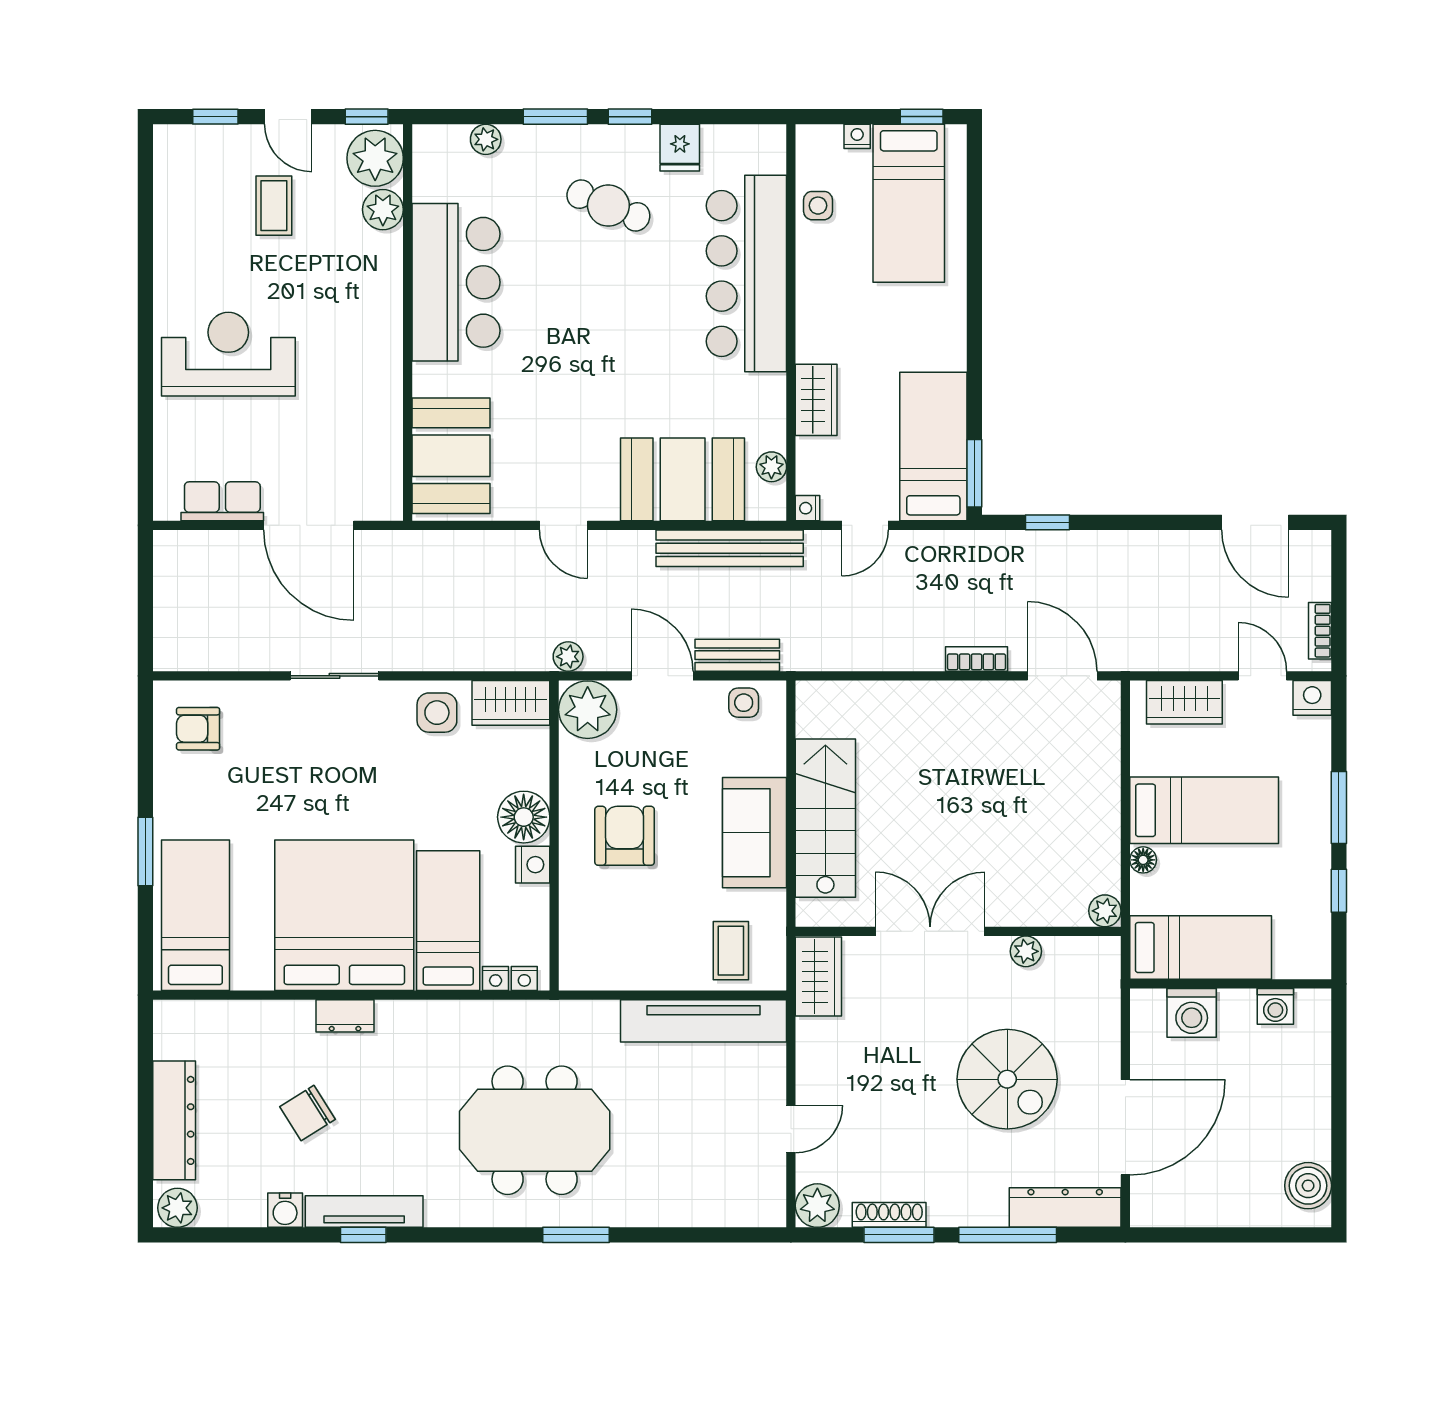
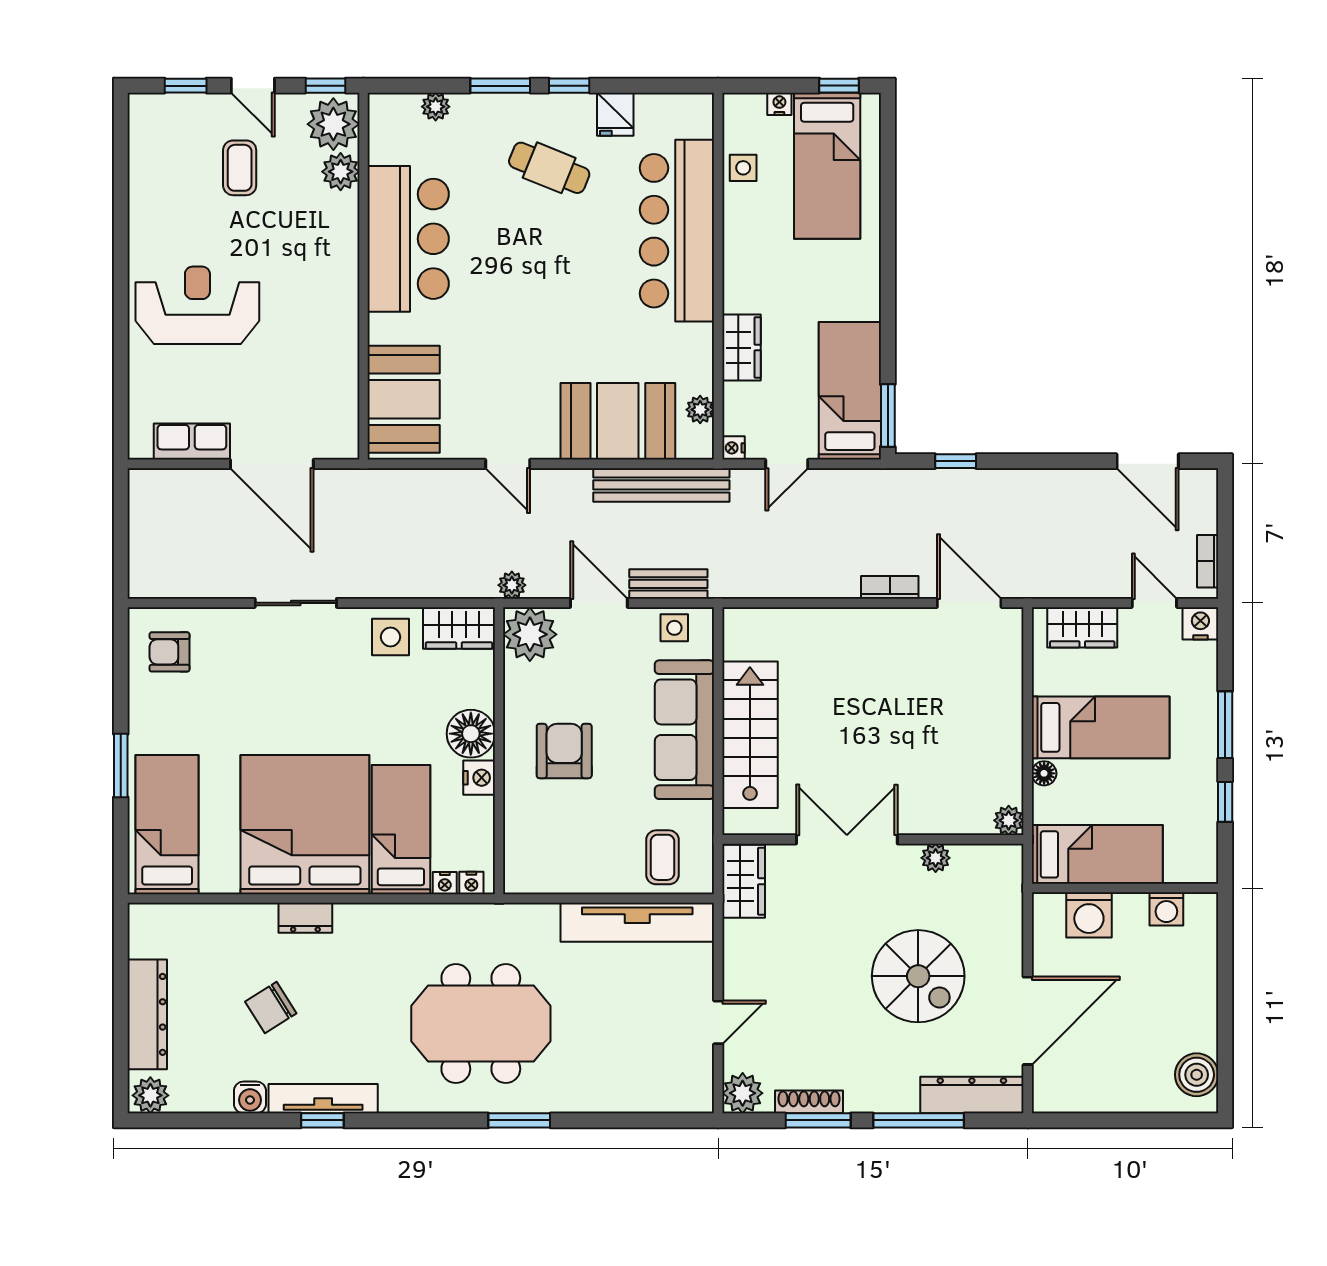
sofa: (755, 833) -> (684, 730), width x1.36

